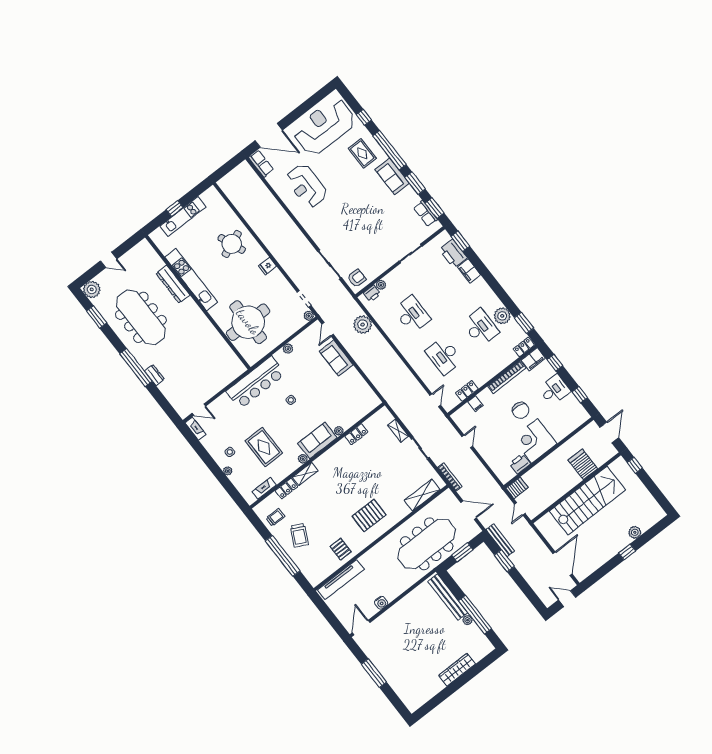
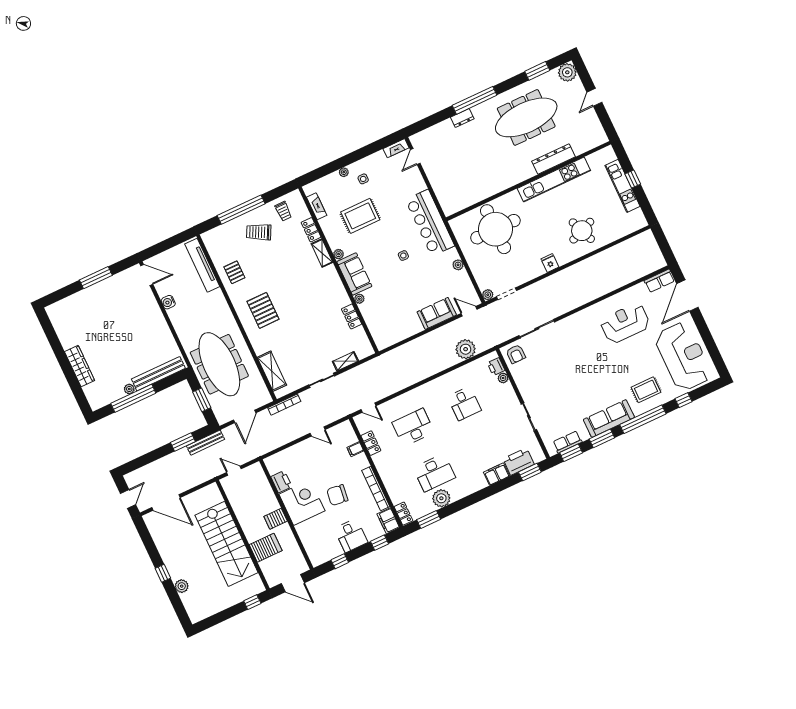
sofa: (392, 176) -> (609, 418), width x1.36
desk: (412, 315) -> (464, 403), width x0.73
server rack: (517, 488) -> (276, 519), moved, turned 90
pallet: (341, 549) -> (234, 272), turned 90

